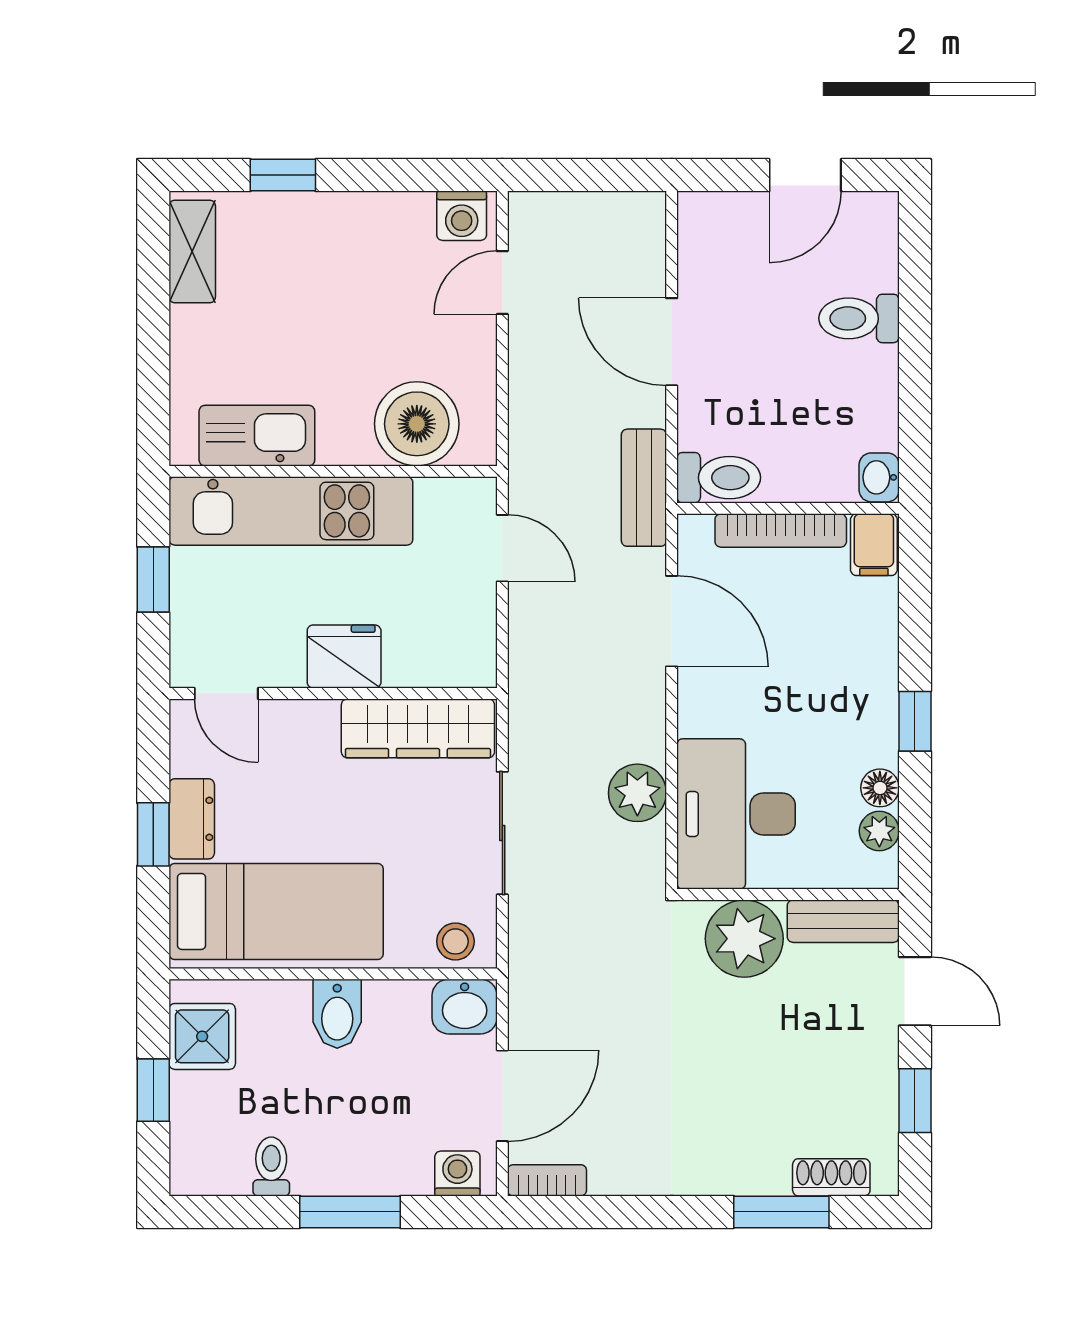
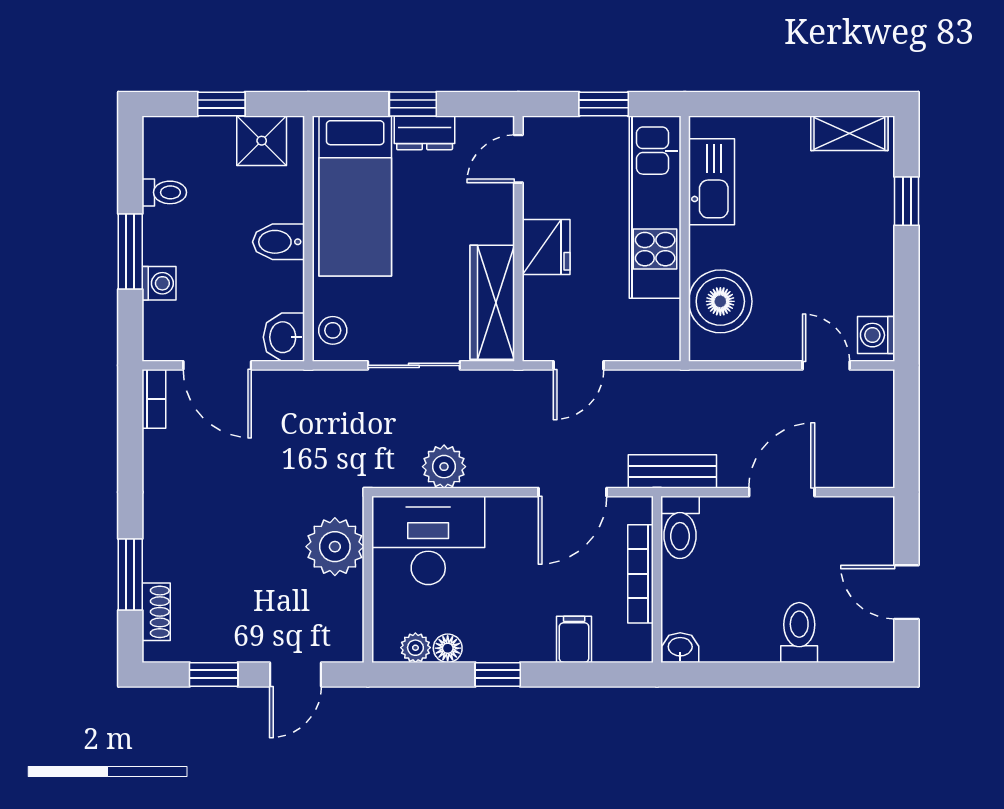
filing cabinet: (874, 545) -> (574, 639), moved, turned 90
door: (502, 548) -> (579, 365), moved
bench: (843, 921) -> (348, 621), removed
washing machine: (457, 1174) -> (159, 283), moved

